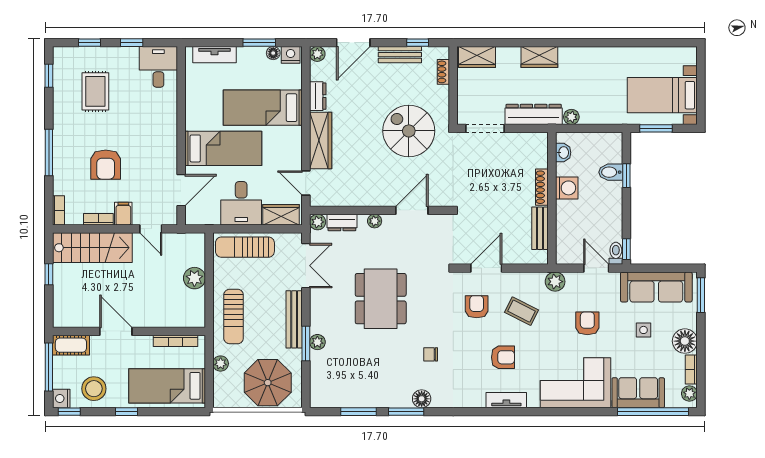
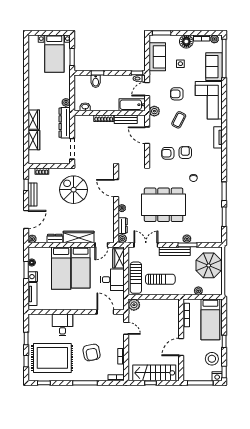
door: (353, 43) -> (26, 220), hinge flipped
nightstand: (291, 55) -> (33, 277), moved
wardrobe: (477, 57) -> (34, 140), moved
desk: (158, 67) -> (62, 325), moved, turned 90
rug: (95, 91) -> (52, 358), width x1.86, depth x2.06
spiral stairs: (409, 131) -> (74, 190), turned 90
bed: (223, 148) -> (81, 268), moved, turned 180
armchair: (106, 165) -> (92, 352), turned 79
washing machine: (567, 188) -> (104, 105), removed
filing cabinet: (123, 214) -> (118, 343), removed
door: (151, 229) -> (126, 328), hinge flipped
bathtub: (567, 240) -> (132, 105), added
stairs: (92, 248) -> (154, 373), moved, turned -90
door: (486, 268) -> (147, 135), moved
plant: (194, 278) -> (134, 305), moved
sofa: (656, 287) -> (157, 57), width x0.73
dining table: (381, 299) -> (164, 205), width x1.36, depth x1.24
coffee table: (522, 311) -> (179, 120), moved
sun lounger: (234, 316) -> (160, 279), moved
cot: (71, 345) -> (189, 371), removed
armchair: (503, 357) -> (185, 153), moved
floor lamp: (422, 399) -> (217, 183), removed

